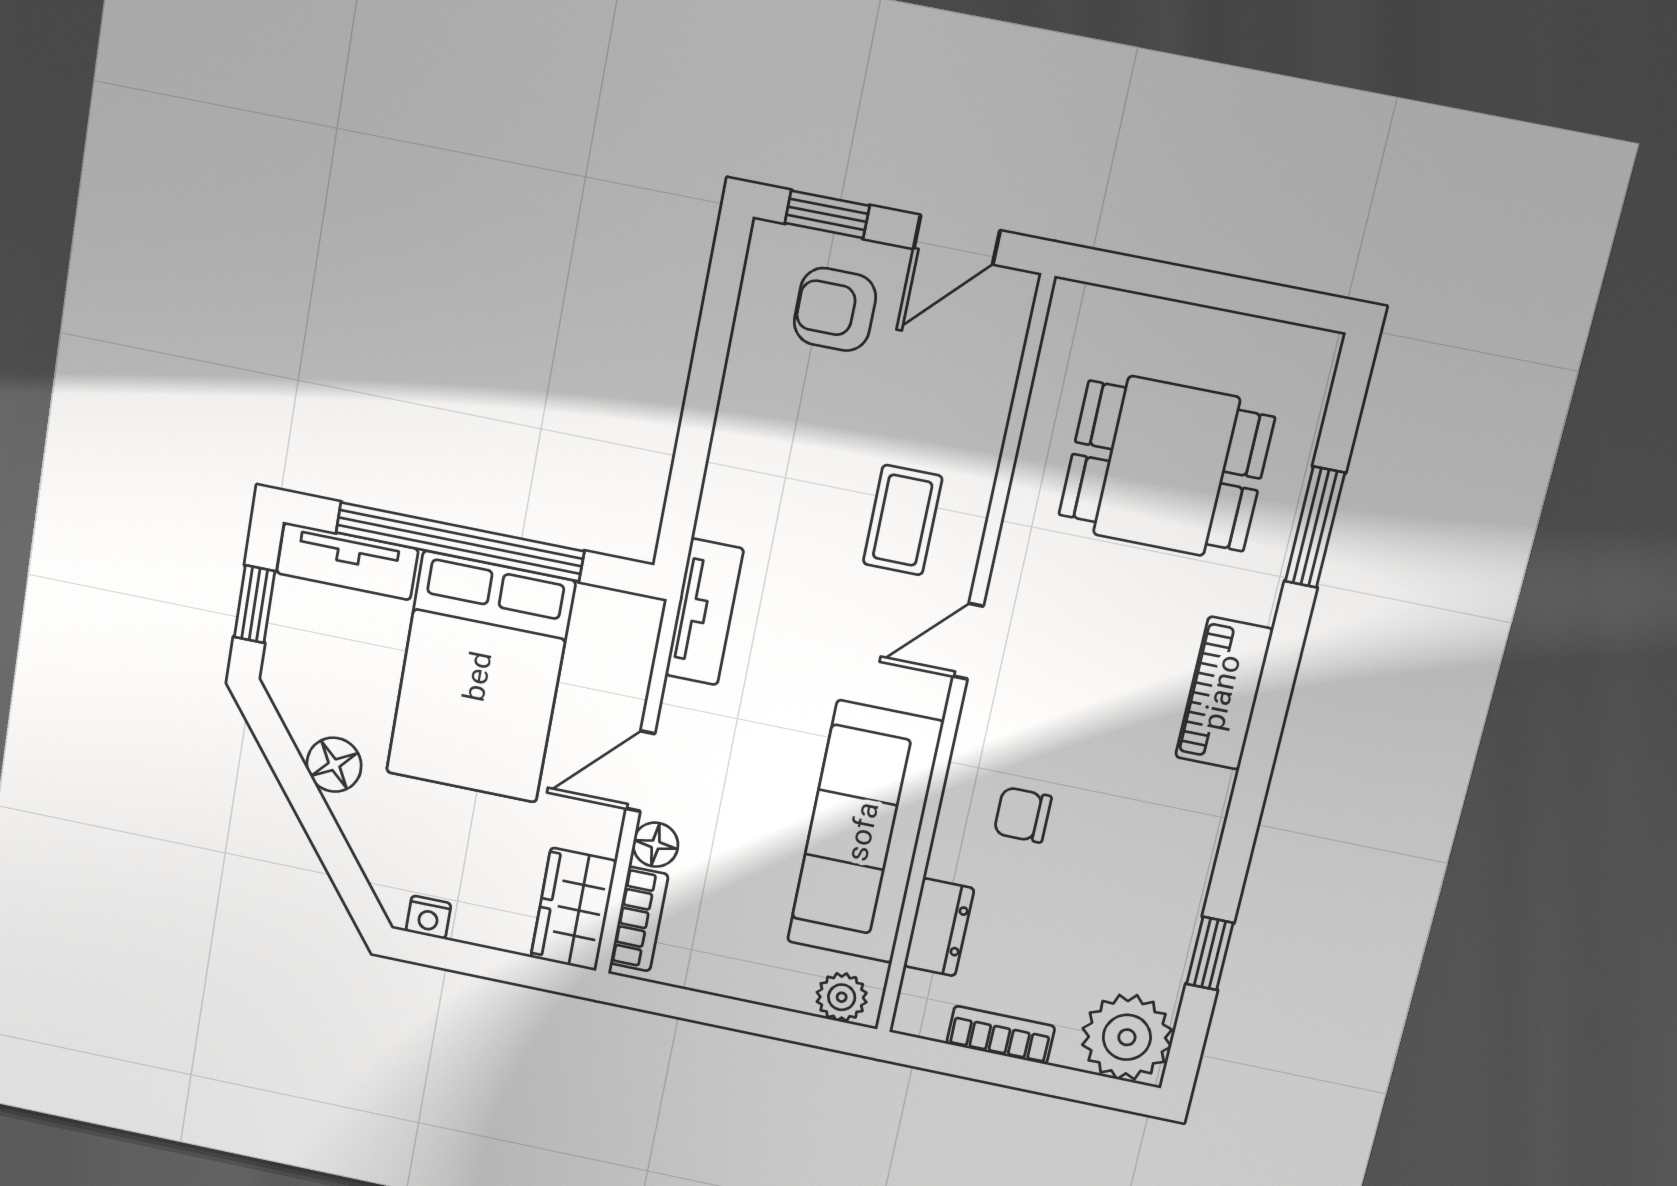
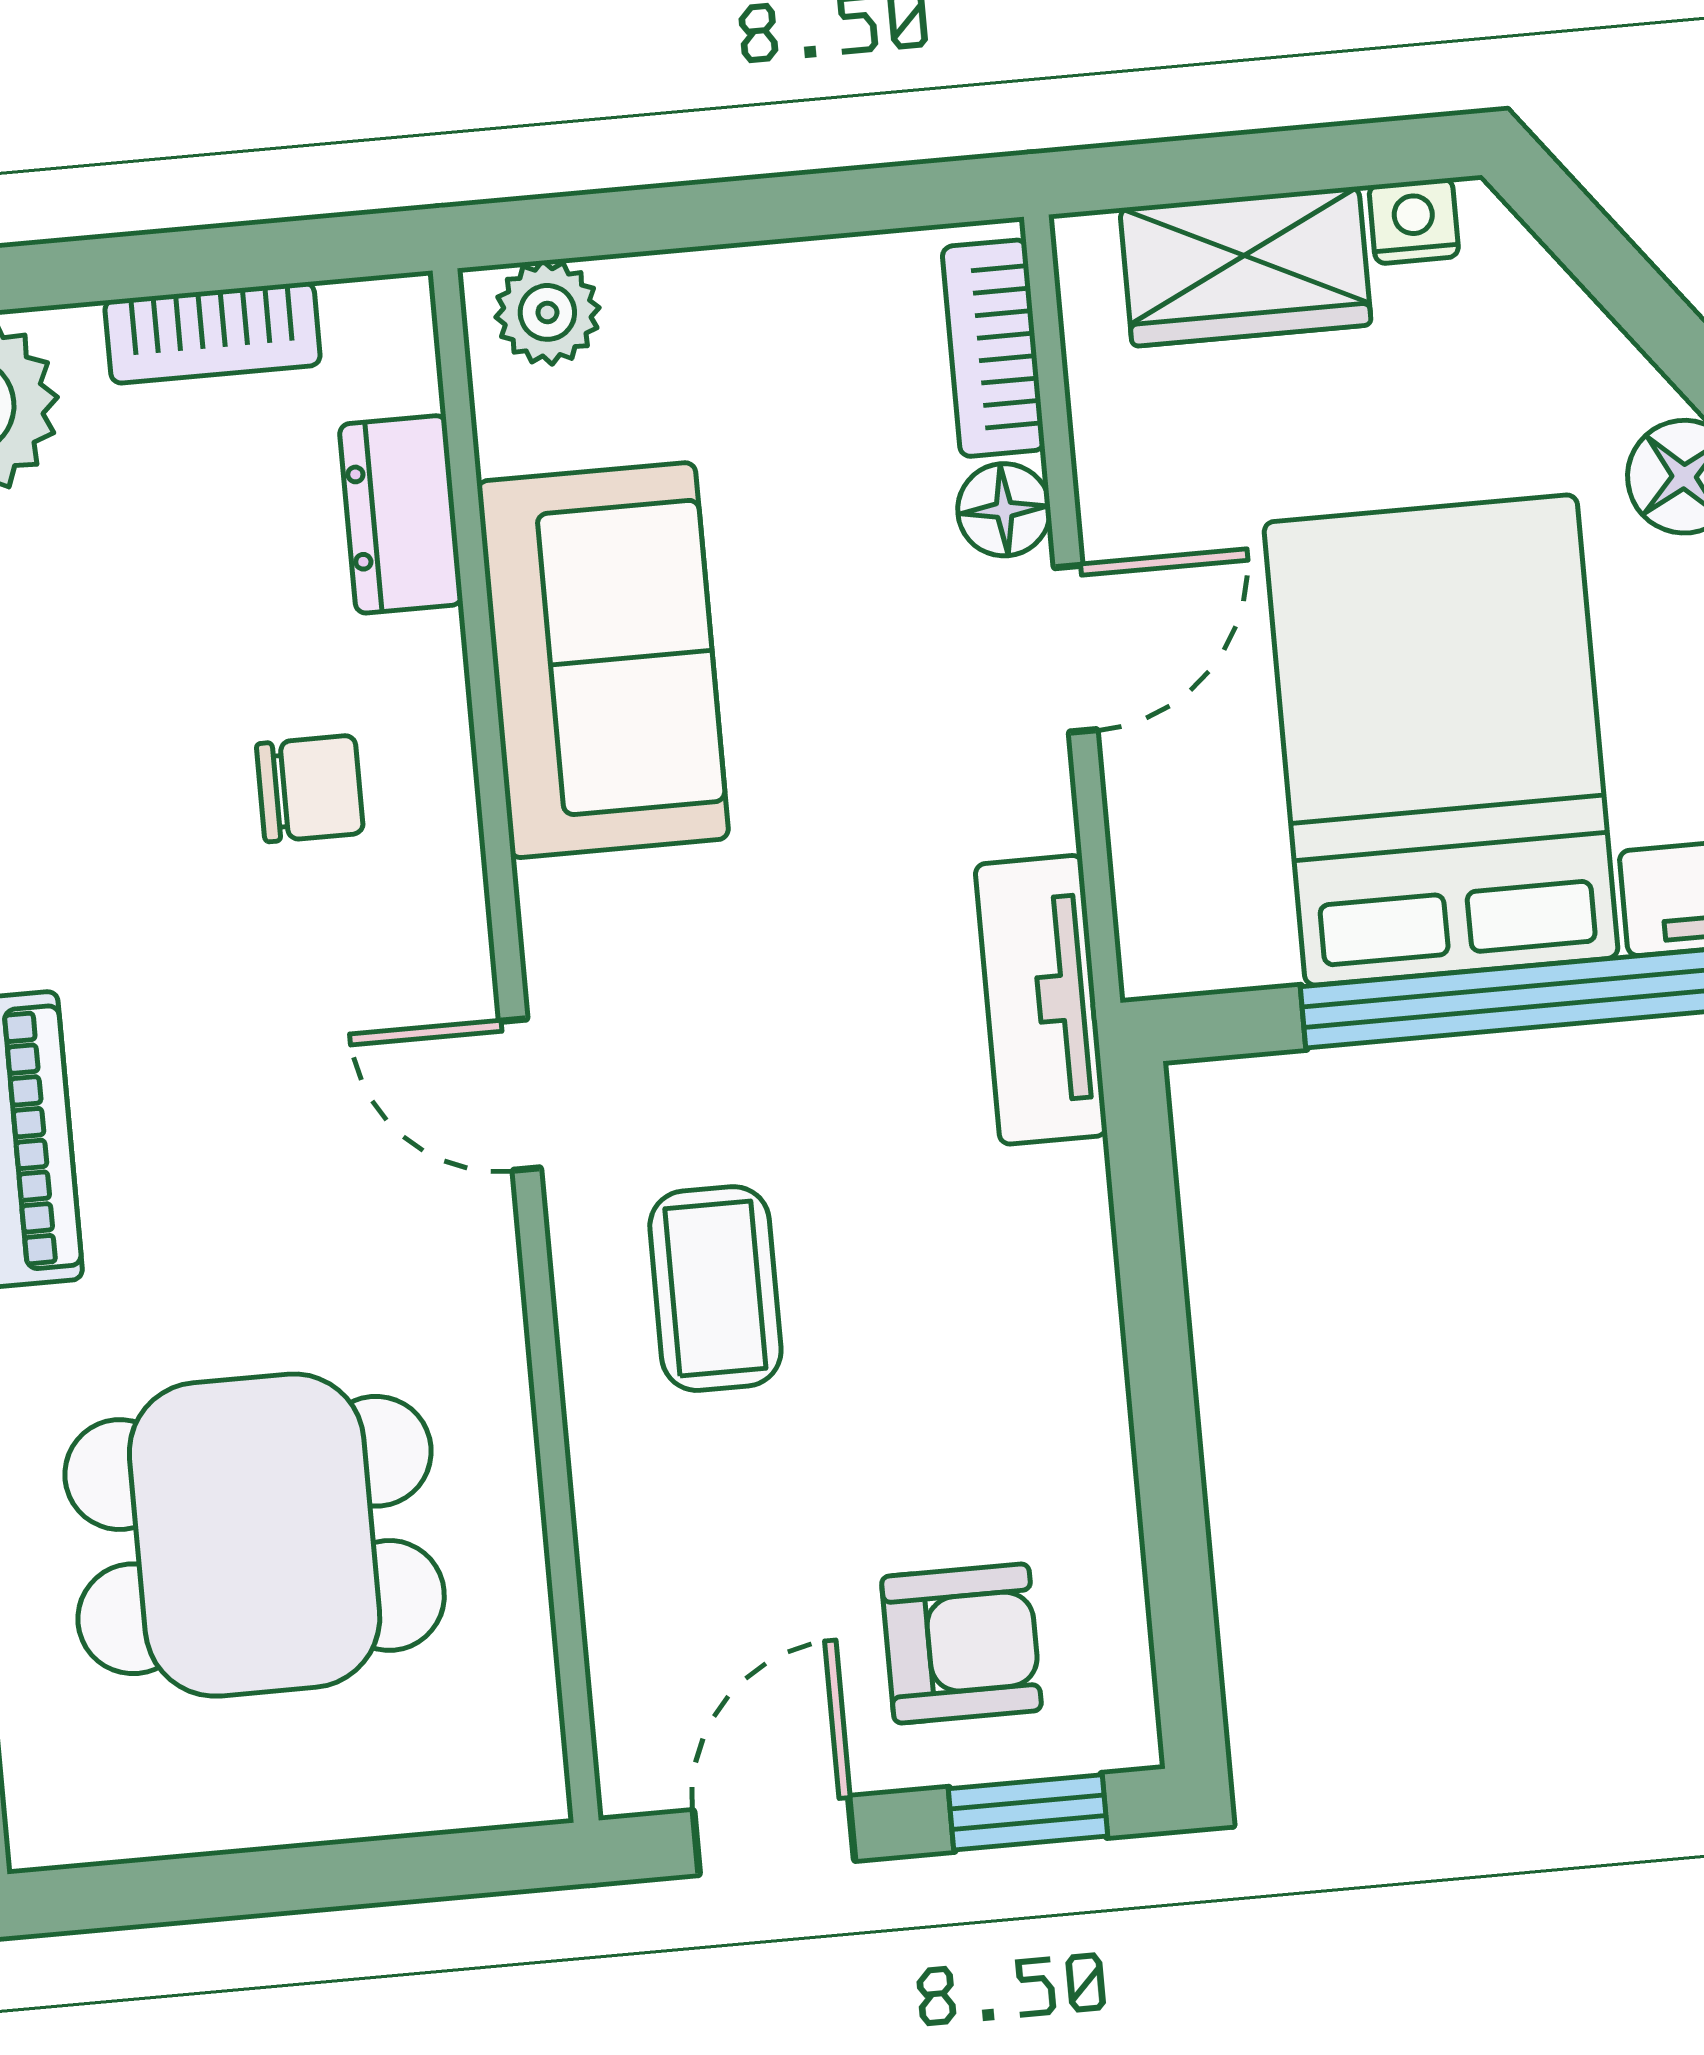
door: (968, 641) -> (520, 1095), swing flipped
sofa: (865, 832) -> (603, 660), width x0.73
wardrobe: (574, 909) -> (1245, 266), moved, turned 90

